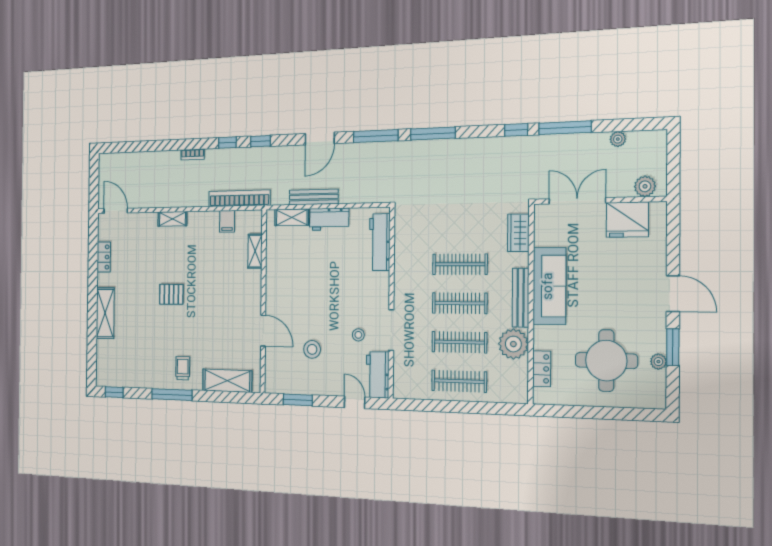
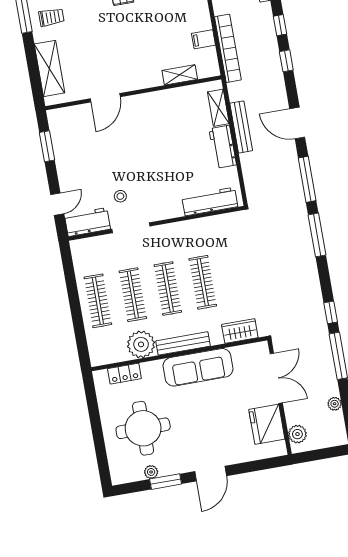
stool: (312, 349) -> (98, 152), removed

